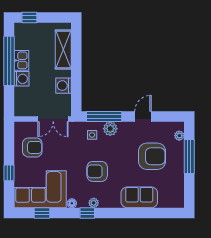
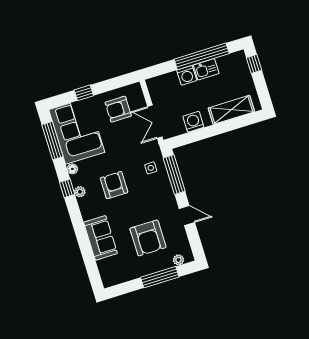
plant: (110, 129) -> (163, 185), removed
armchair: (32, 147) -> (118, 109), turned 90
window: (42, 213) -> (52, 141), width x2.17

